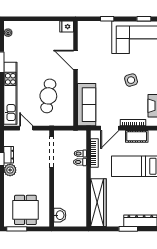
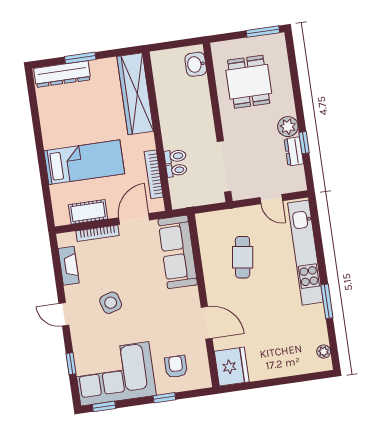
fridge: (67, 27) -> (232, 367), width x1.88, depth x1.34
armchair: (98, 36) -> (176, 367), added
cafe table: (48, 96) -> (243, 257), width x0.73, depth x0.74
dining table: (25, 210) -> (249, 82), moved

